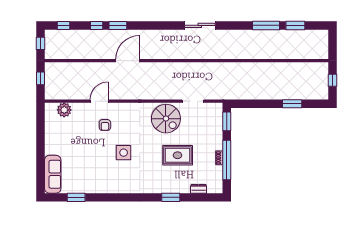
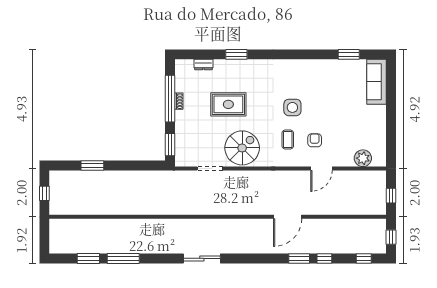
spiral stairs: (166, 119) -> (242, 148), turned 90
coffee table: (128, 126) -> (288, 140), added

